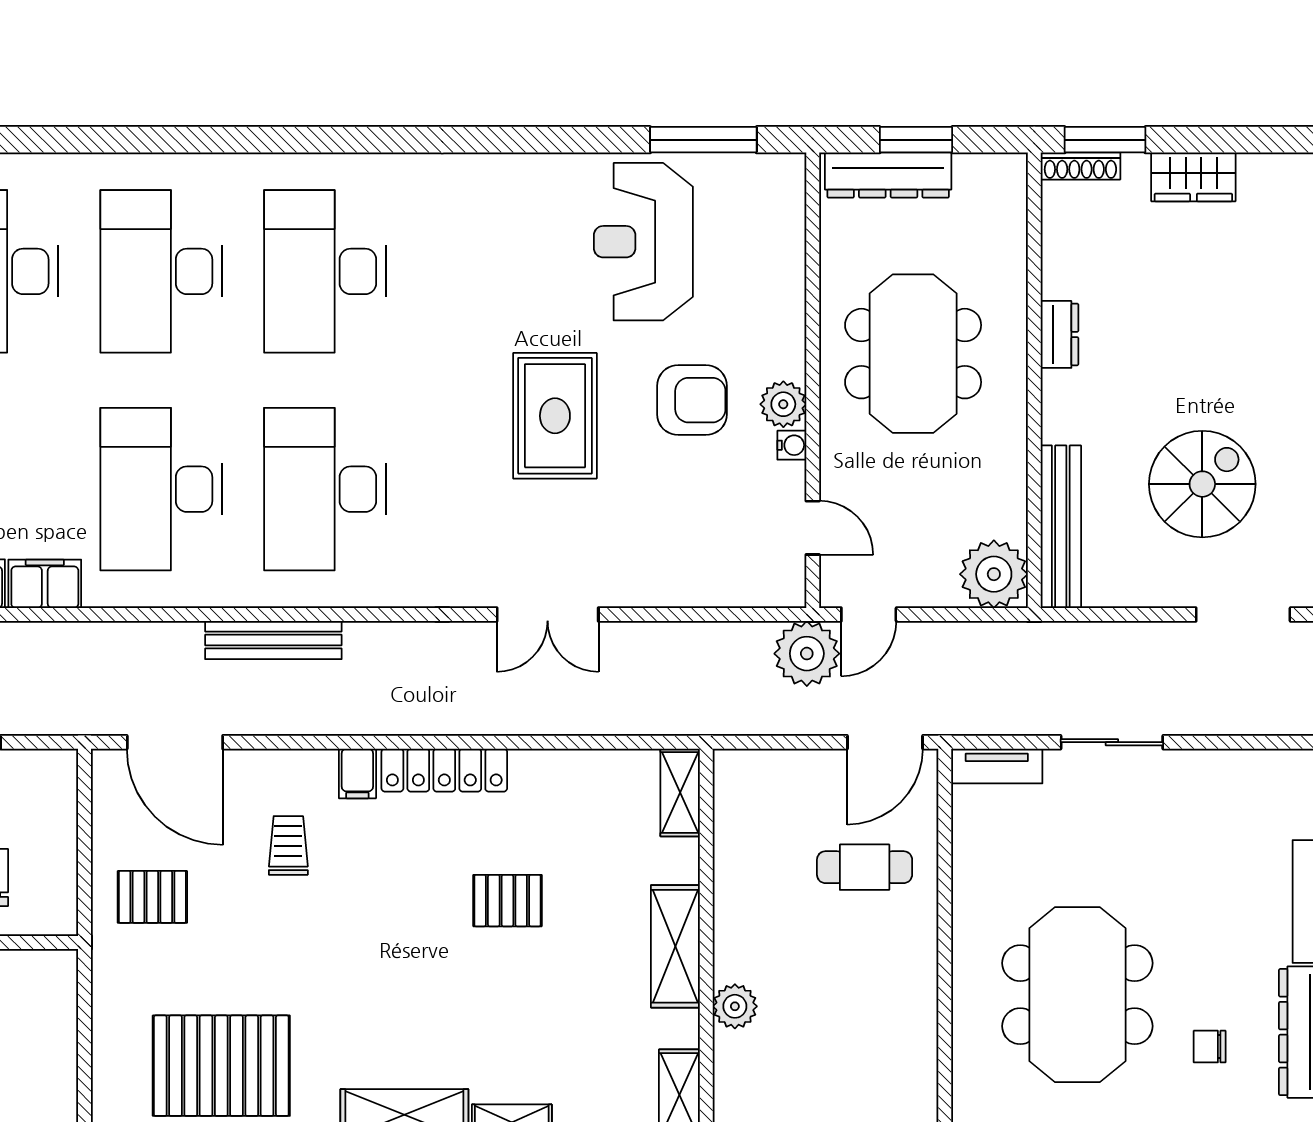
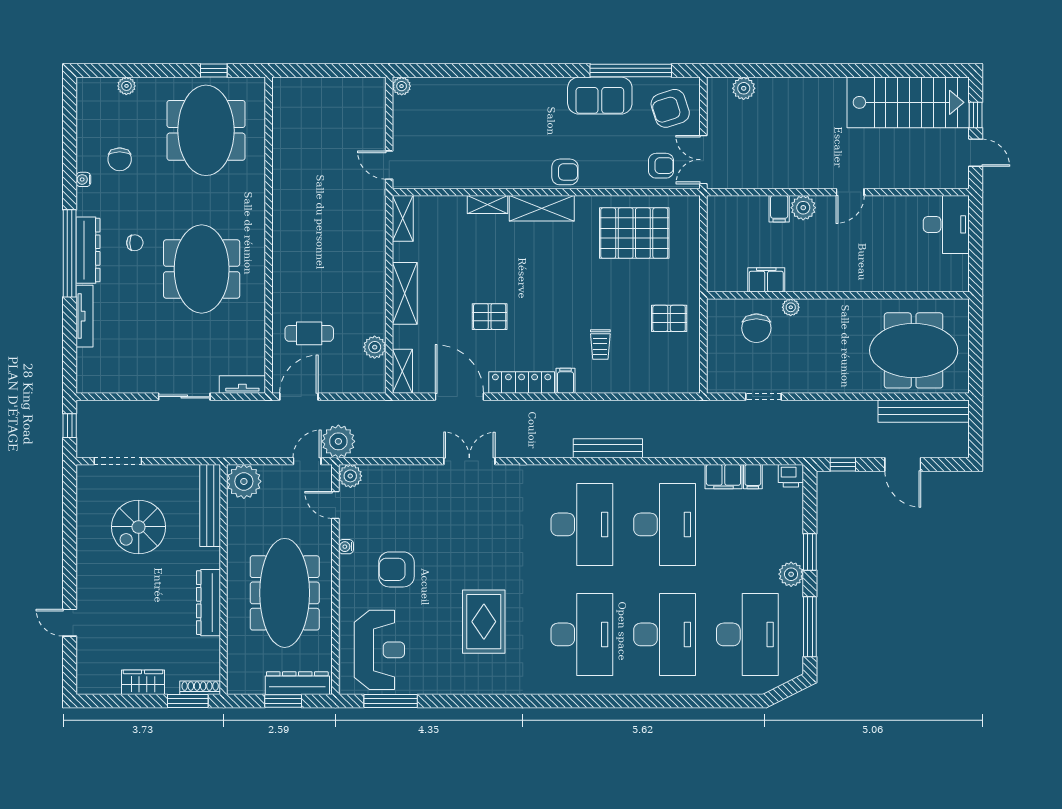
reception desk: (643, 242) -> (379, 650), moved
dresser: (1059, 334) -> (208, 603), width x1.96, depth x1.24
meeting table: (913, 354) -> (285, 593), width x1.36
plant: (783, 404) -> (350, 476), moved
rug: (555, 416) -> (484, 622), moved
door: (175, 742) -> (459, 397), moved
plant: (735, 1006) -> (375, 347), moved

